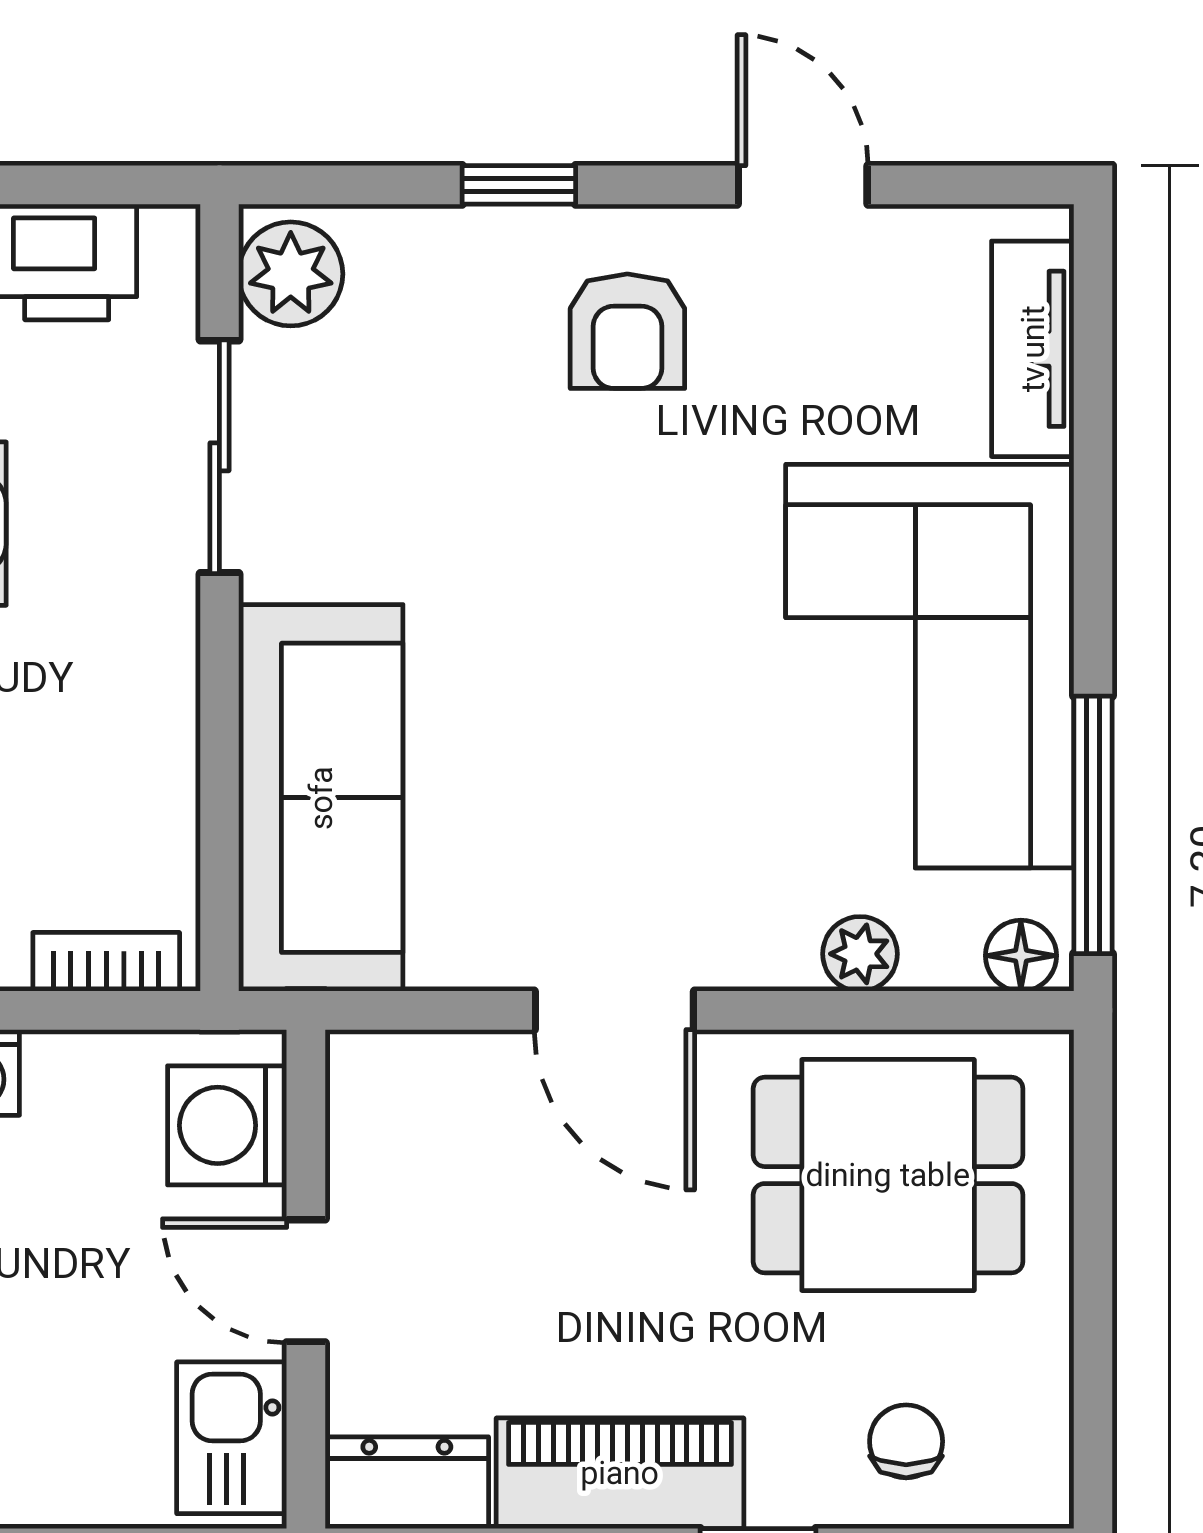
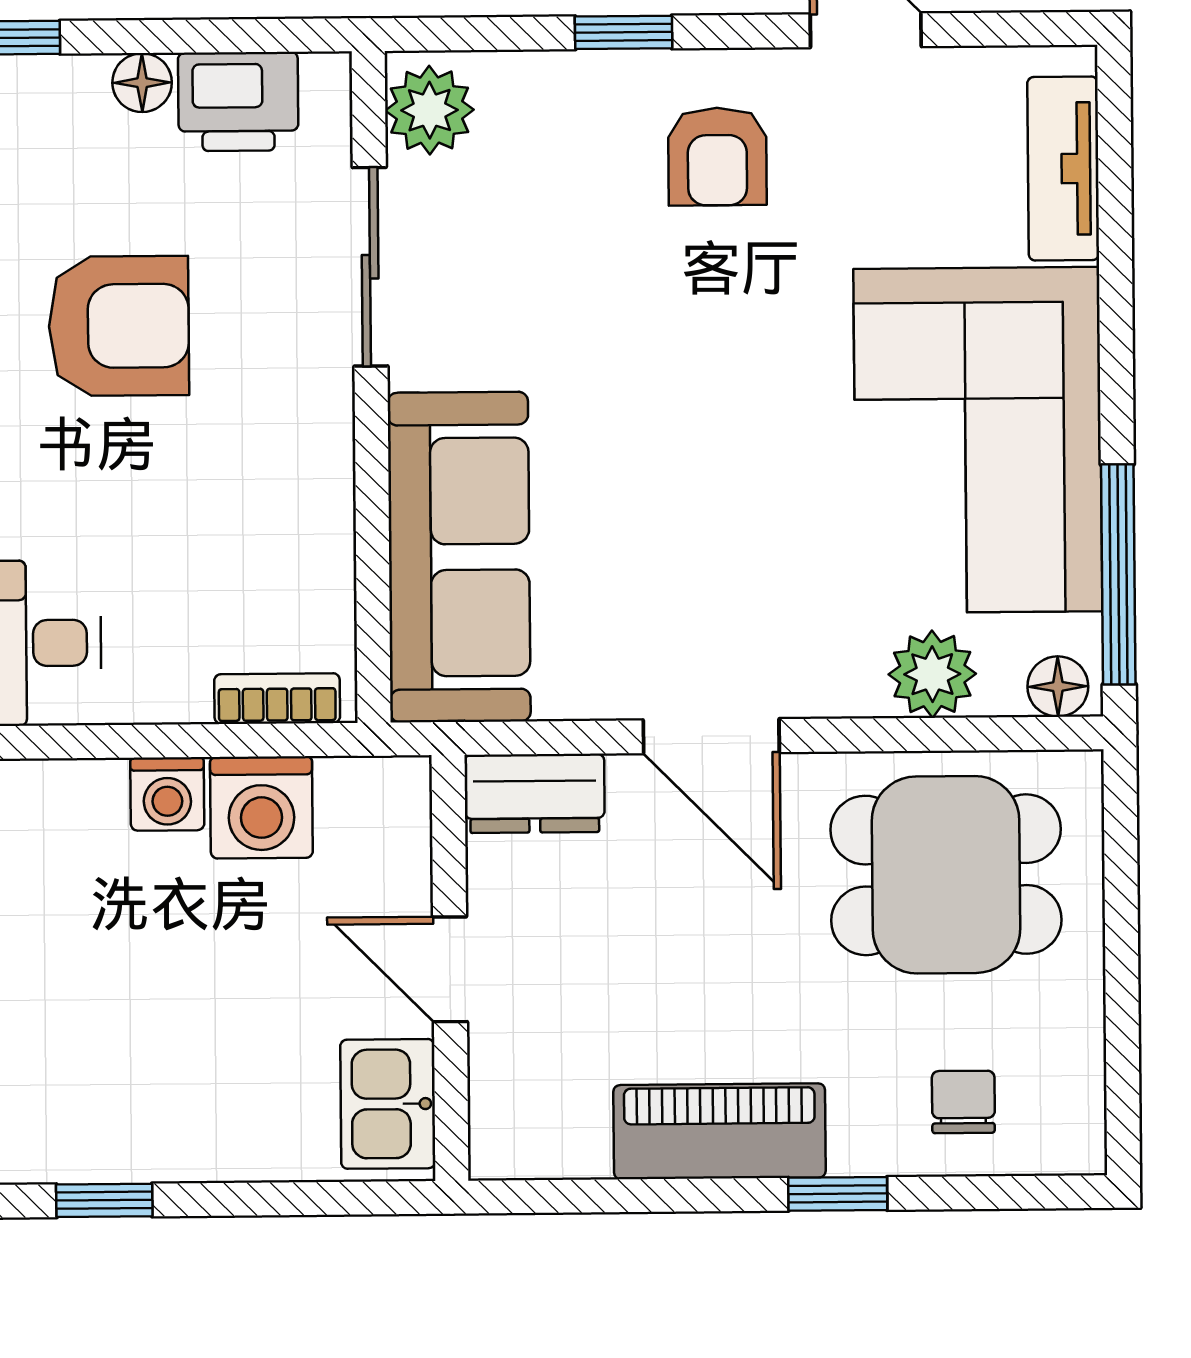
plant: (860, 954) -> (932, 674), width x1.38, depth x1.38
washing machine: (227, 1125) -> (261, 807), moved, turned -90
dresser: (407, 1483) -> (535, 793), moved, turned 180

